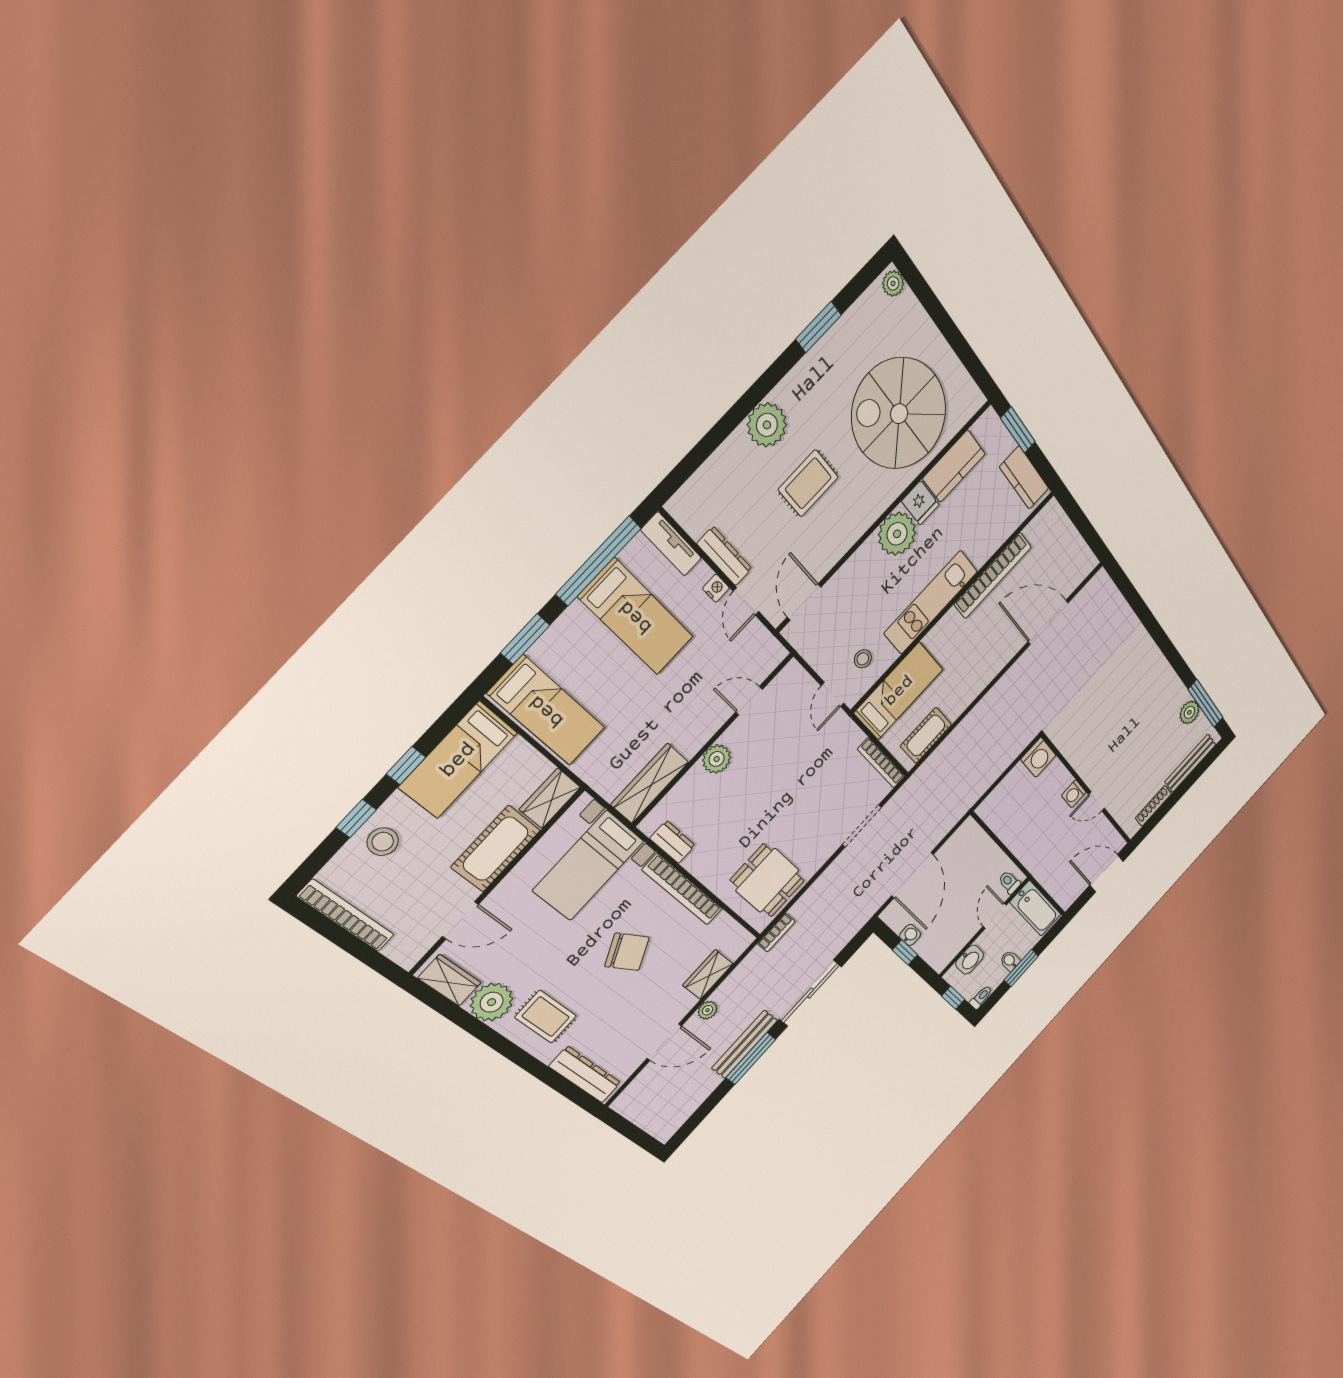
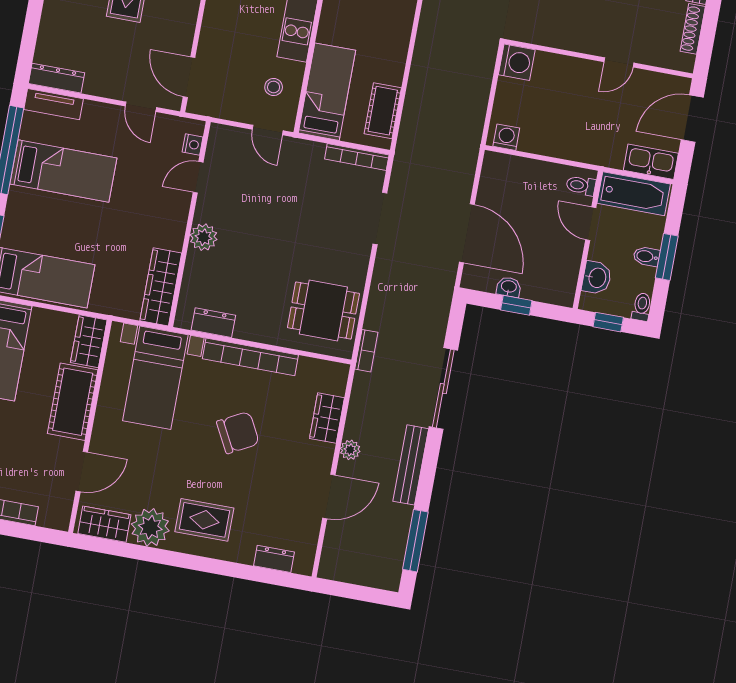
dresser: (724, 556) -> (57, 78), moved
nightstand: (716, 588) -> (193, 145), moved, turned 90
washing machine: (1074, 794) -> (506, 137), moved, turned 180
kitchen sink: (1062, 890) -> (651, 162), added
window: (751, 1058) -> (415, 541), moved
dresser: (585, 1075) -> (274, 559), width x0.51, depth x0.80

